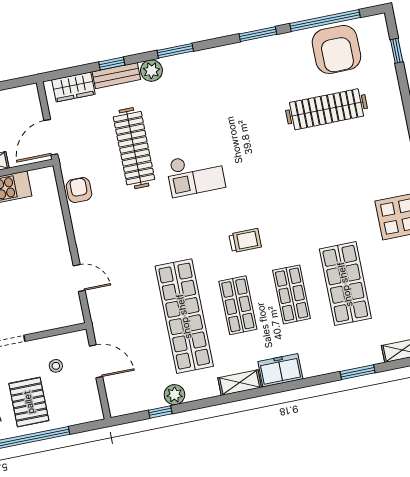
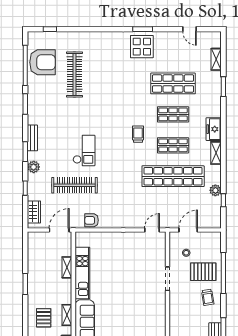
bench: (116, 76) -> (32, 138), moved
door: (51, 137) -> (59, 230), swing flipped
checkout: (196, 174) -> (84, 151), moved
door: (79, 278) -> (152, 230), moved

